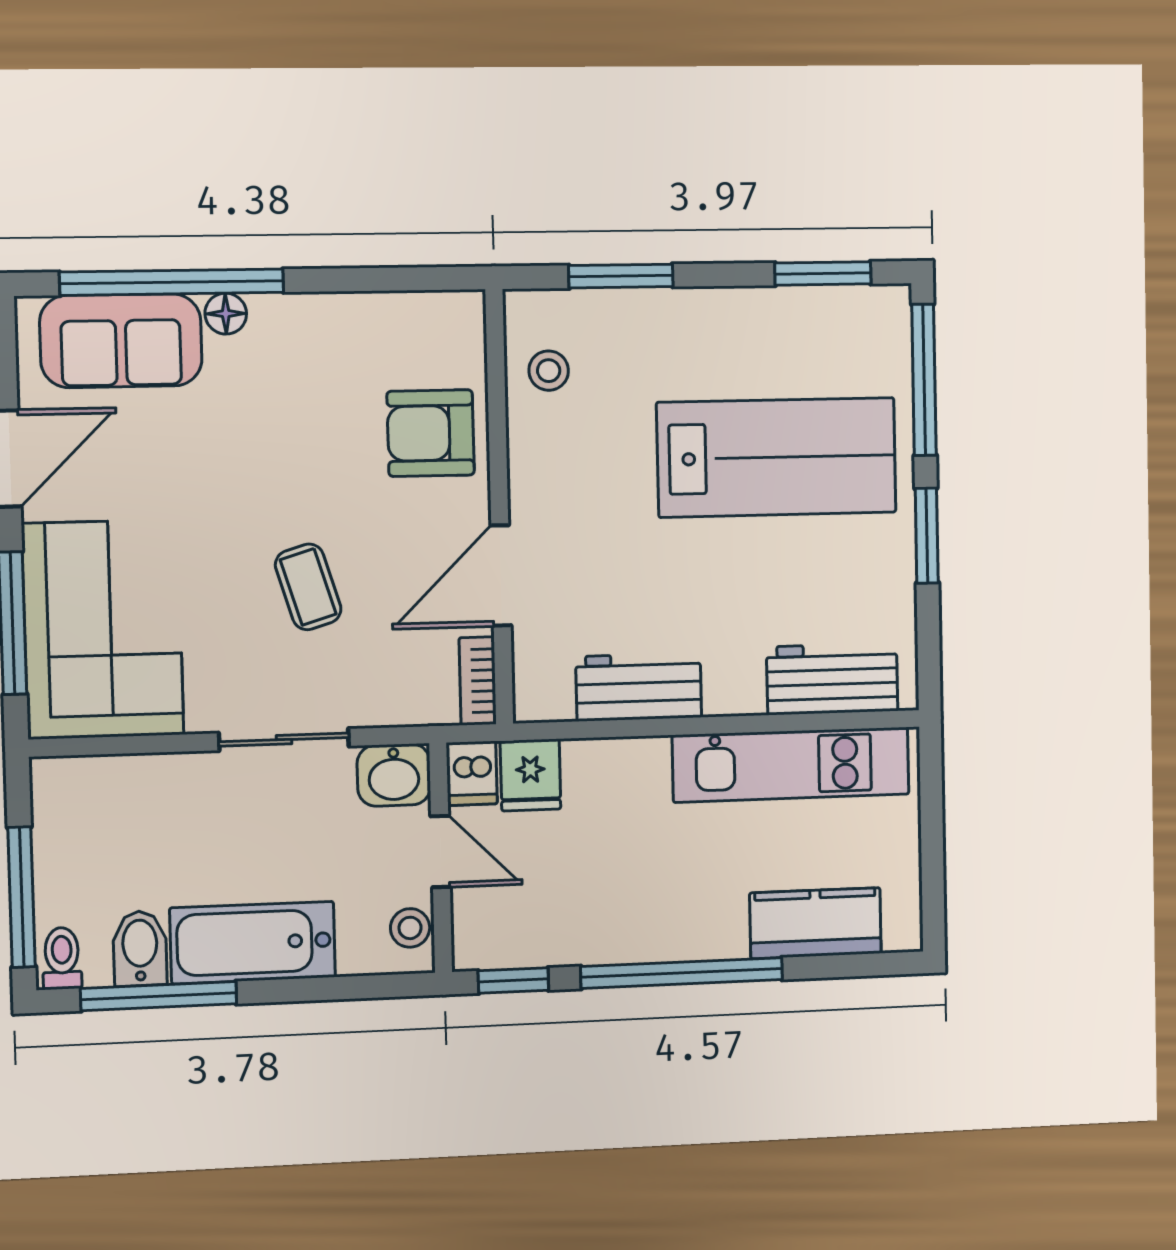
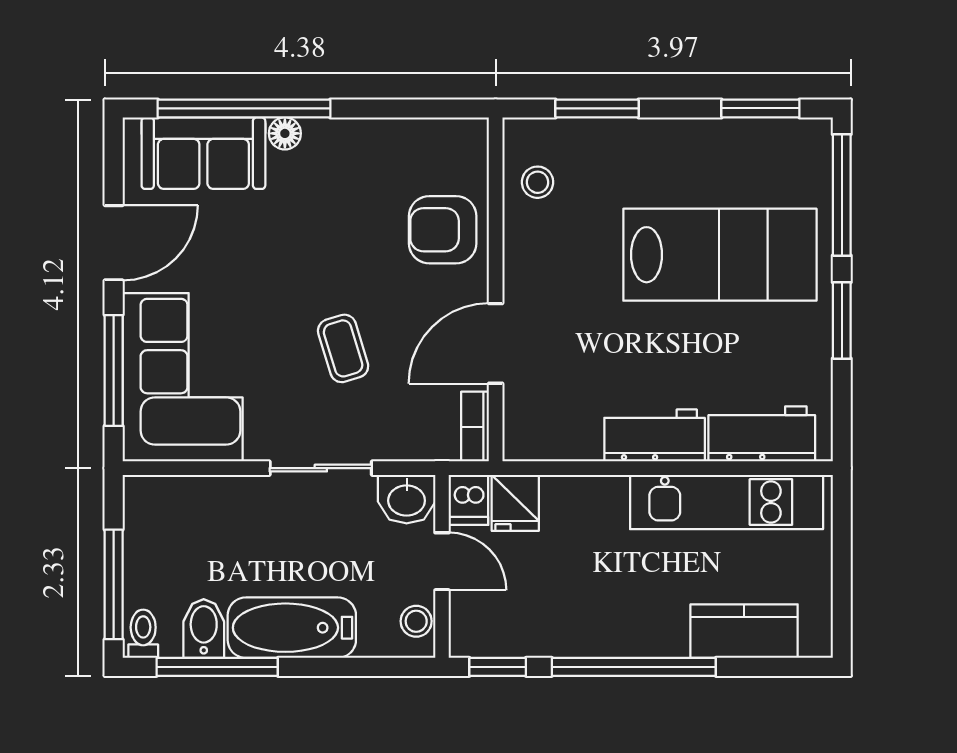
workbench: (639, 687) -> (655, 435), moved

